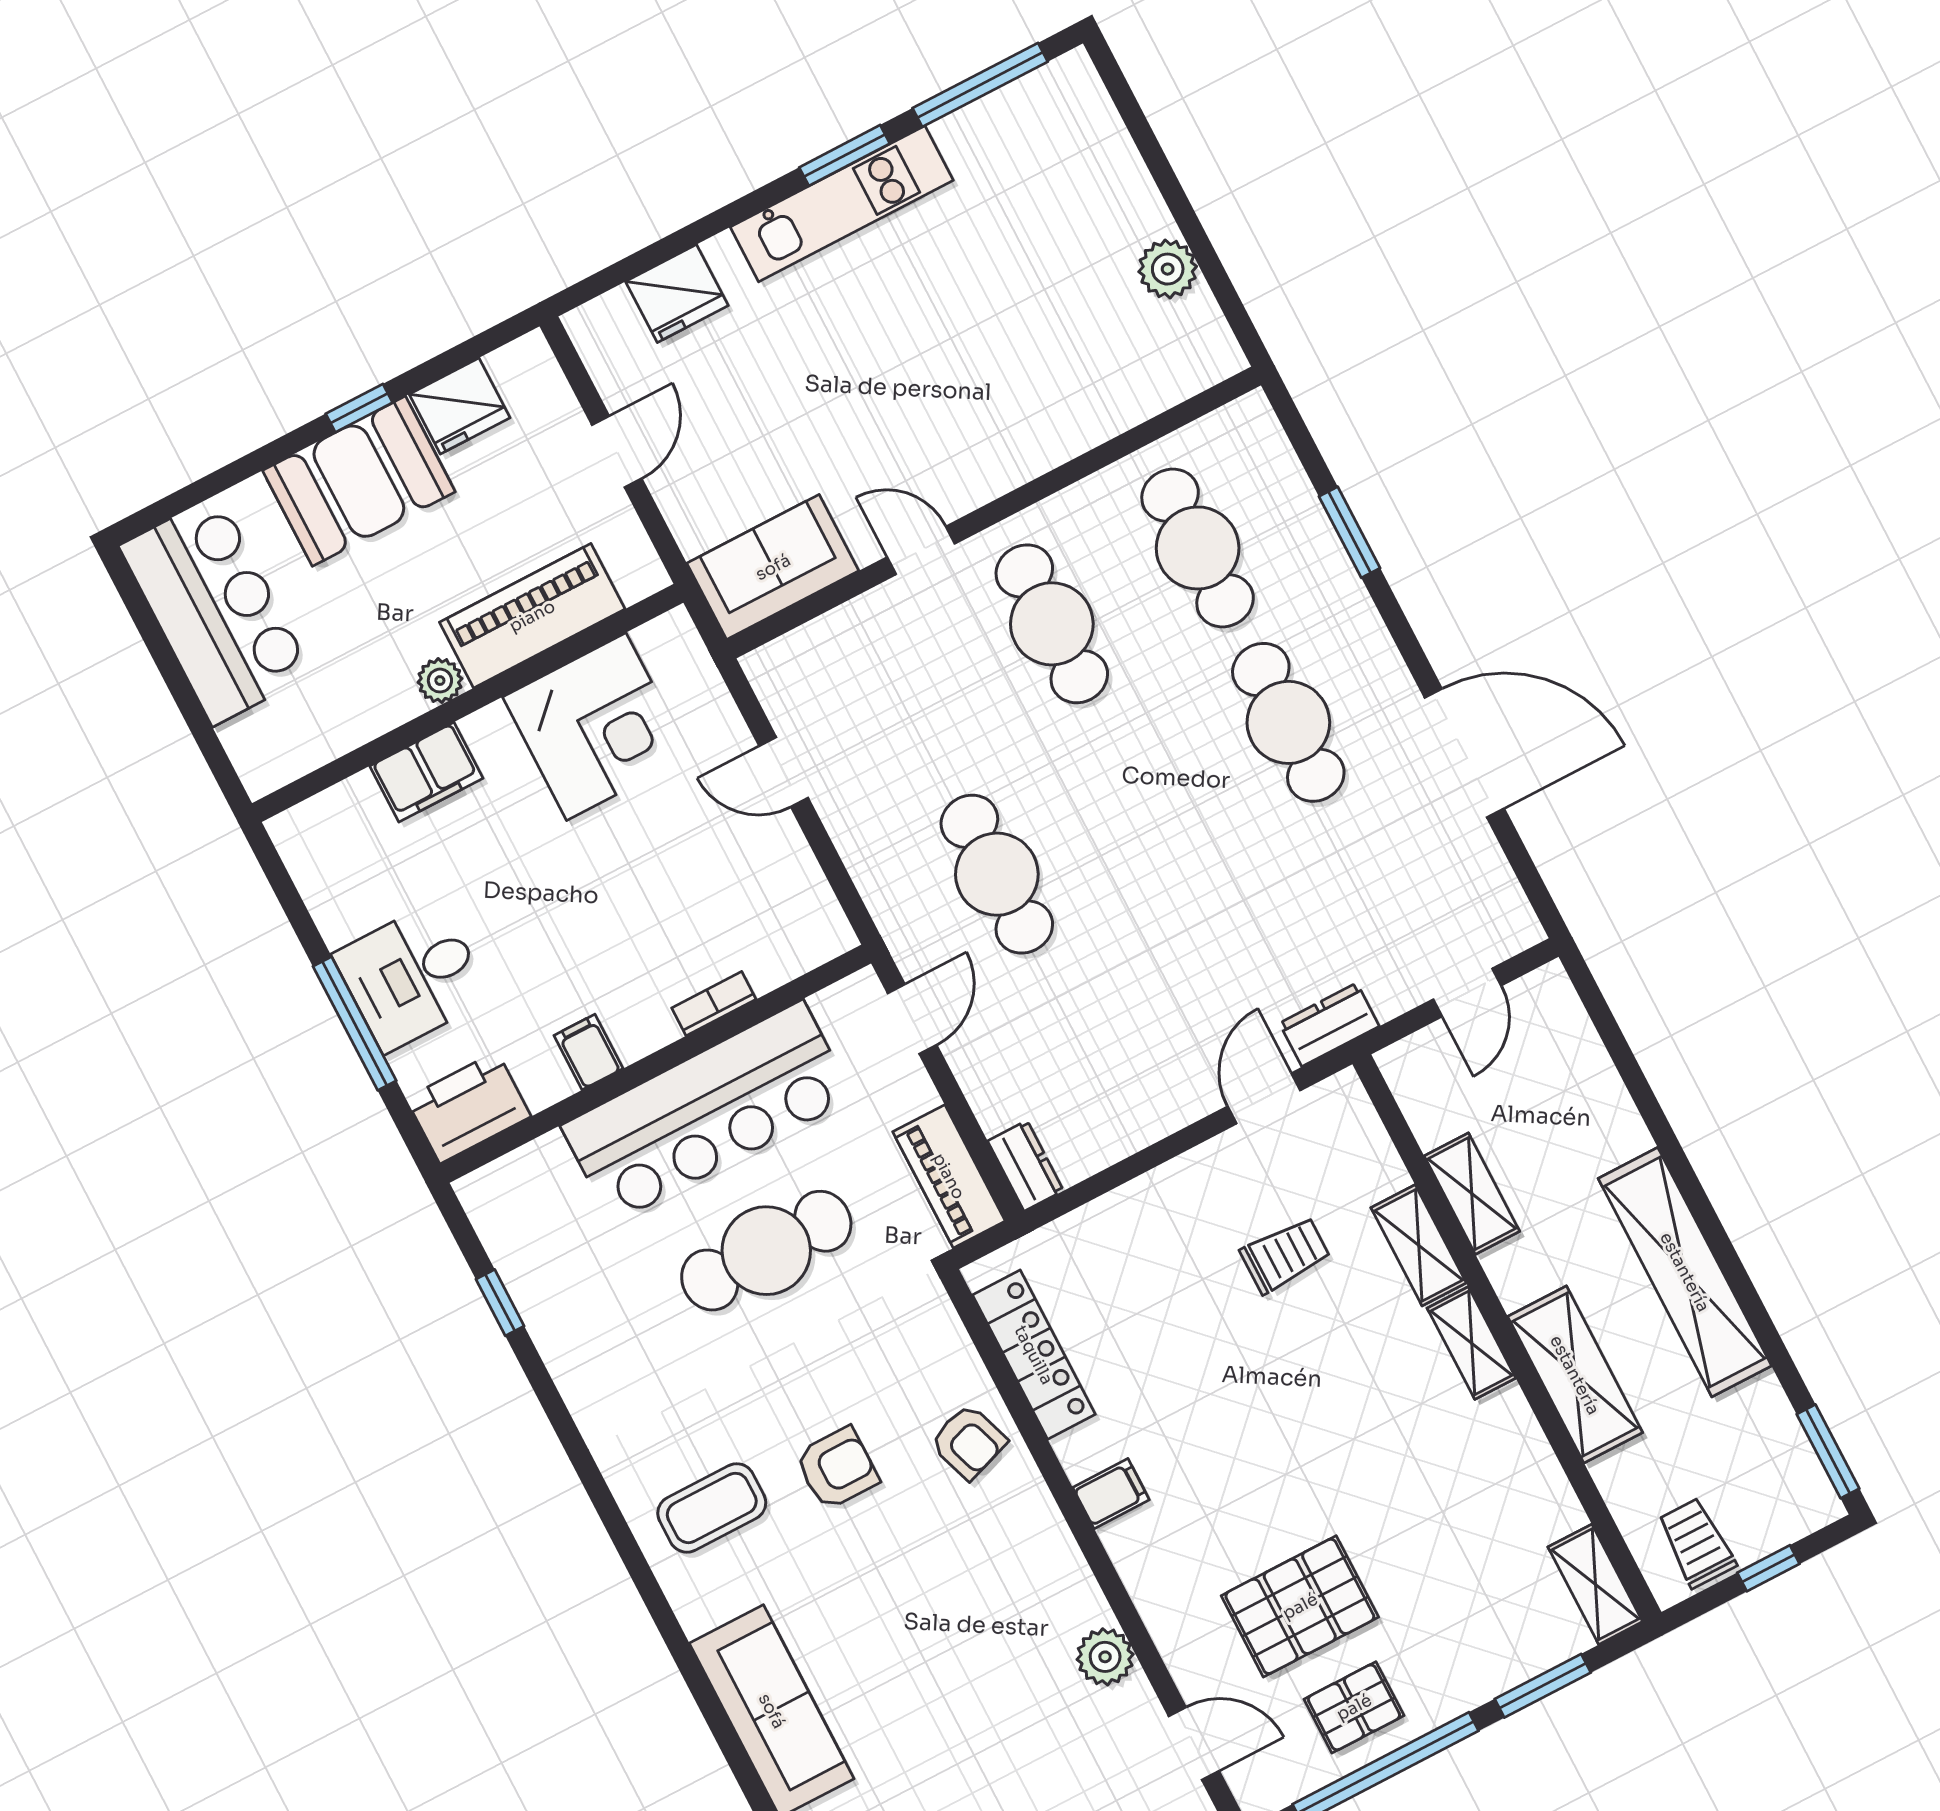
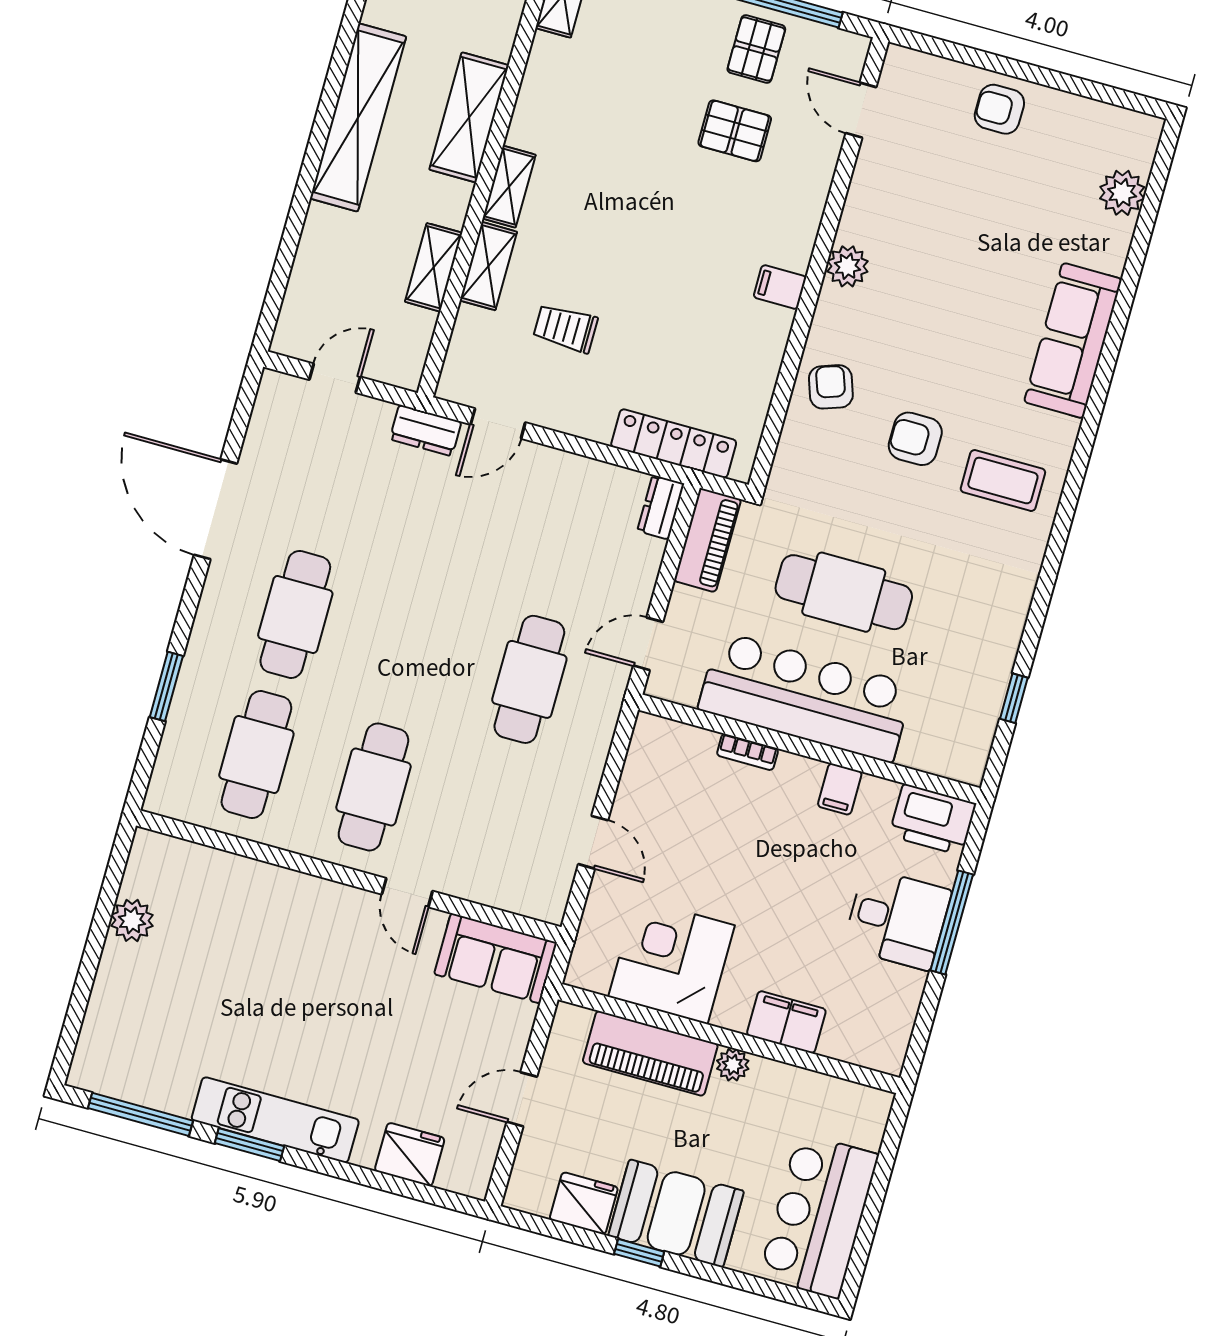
locker: (1034, 1355) -> (674, 443), moved, turned 90
pallet: (1300, 1606) -> (735, 131), width x0.67, depth x0.71
plant: (1105, 1657) -> (848, 266), moved
pallet: (1354, 1707) -> (756, 49), turned 90

